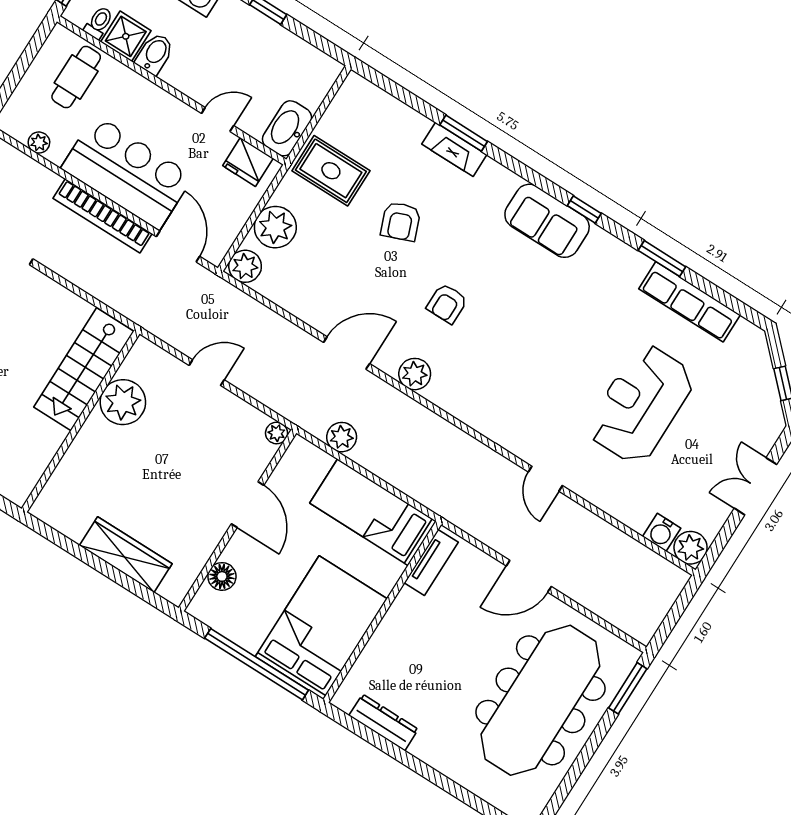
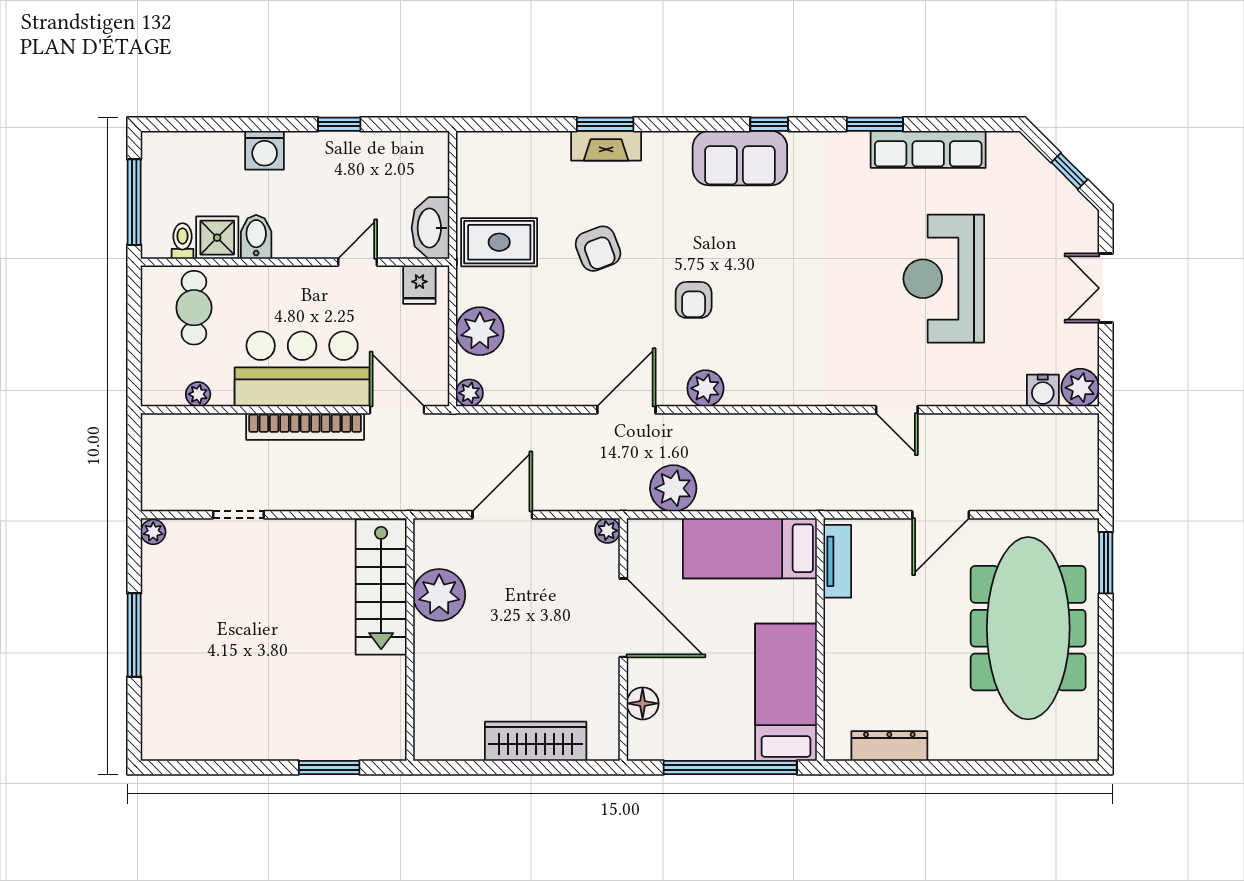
fridge: (248, 162) -> (419, 285), width x0.72
plant: (245, 266) -> (469, 393), width x0.73, depth x0.73
door: (207, 373) -> (502, 515), width x1.38
plant: (342, 437) -> (673, 488), width x1.36, depth x1.36
door: (248, 505) -> (623, 618), width x1.36
bed: (321, 628) -> (786, 692), width x0.67

